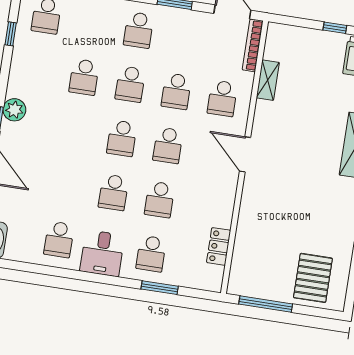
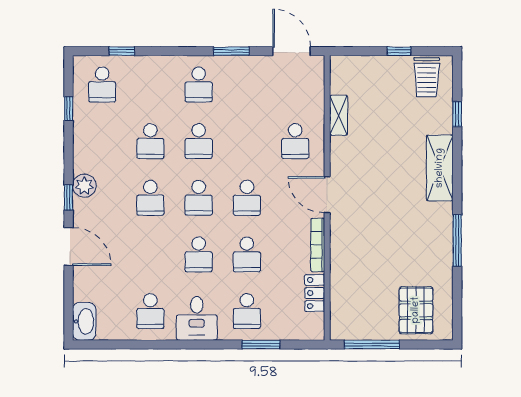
bookcase: (253, 45) -> (318, 245), moved
school desk: (176, 91) -> (150, 198), moved

